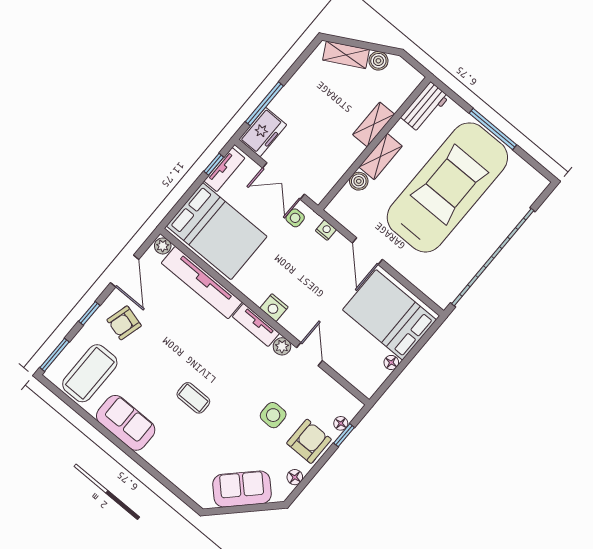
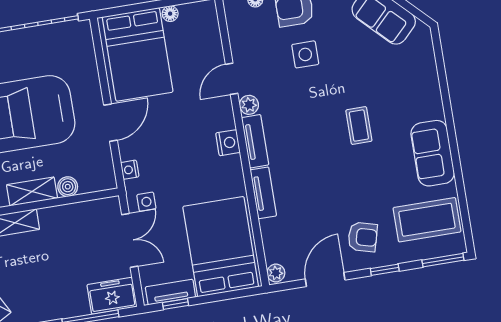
tv unit: (202, 283) -> (263, 193), width x0.52, depth x0.78

